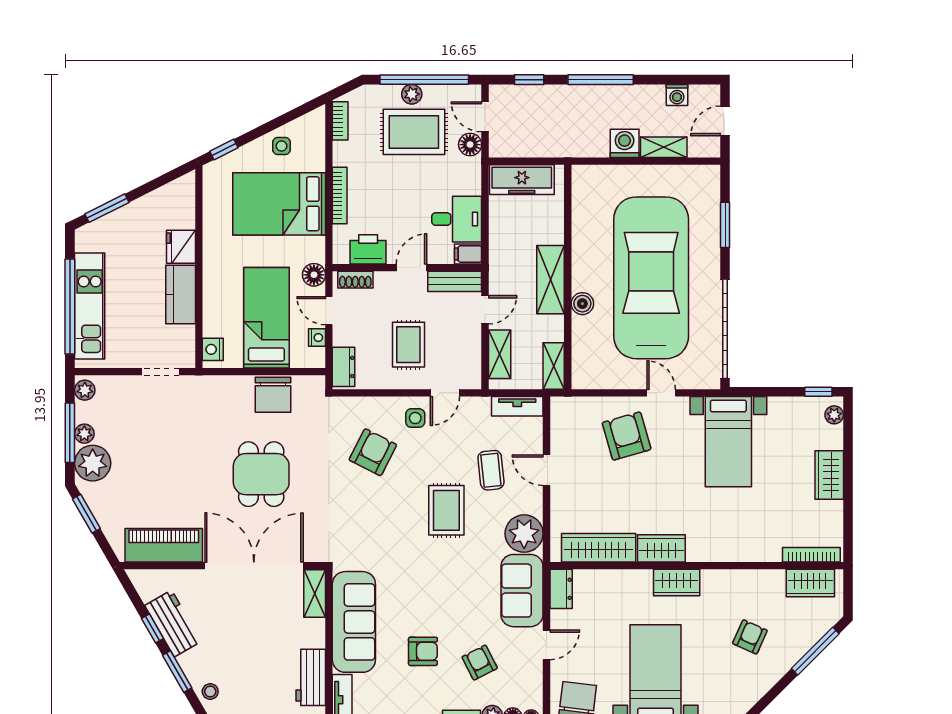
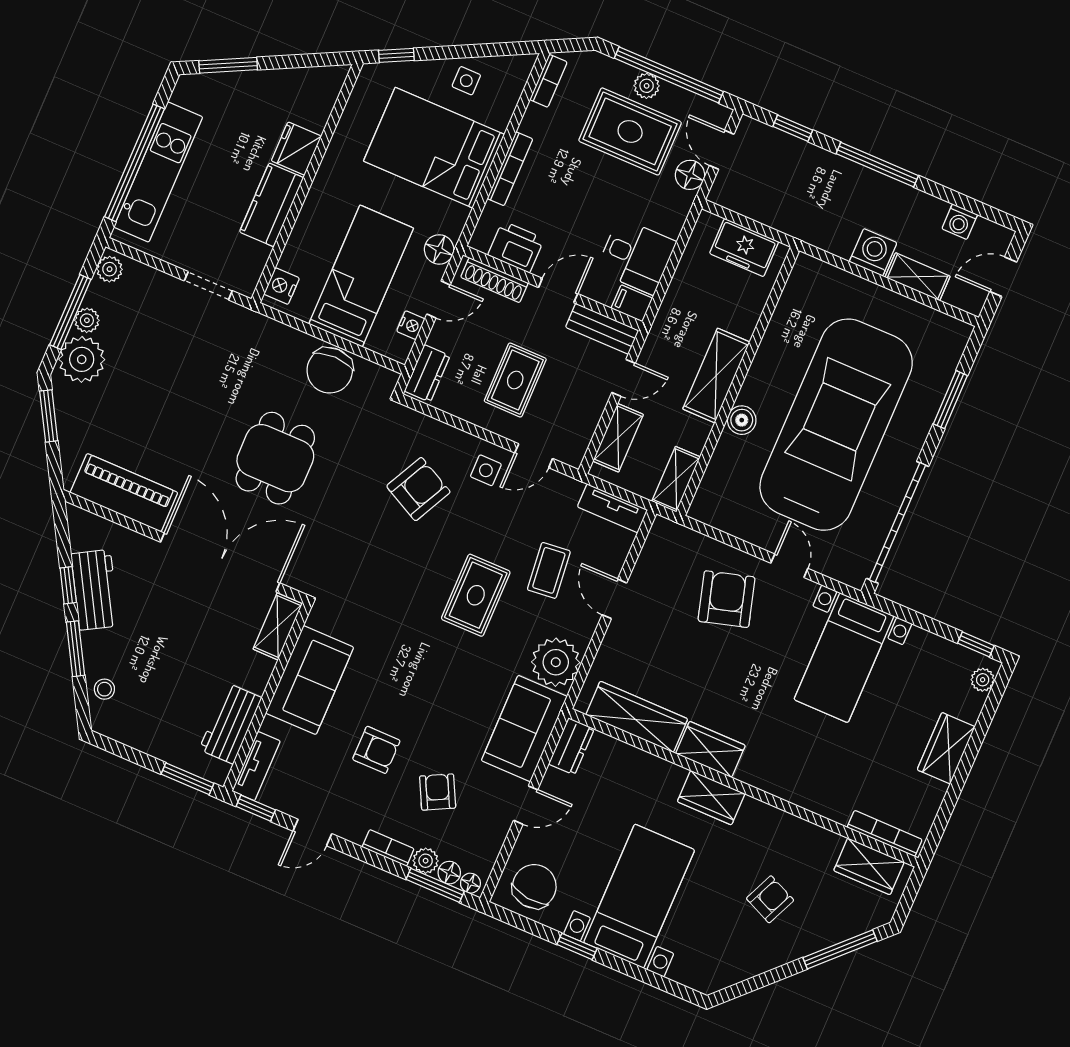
freezer: (522, 180) -> (744, 248), width x0.71
shoe rack: (355, 280) -> (494, 280), width x1.43
door: (329, 311) -> (438, 299), swing flipped
sofa: (354, 622) -> (310, 680), width x0.73

